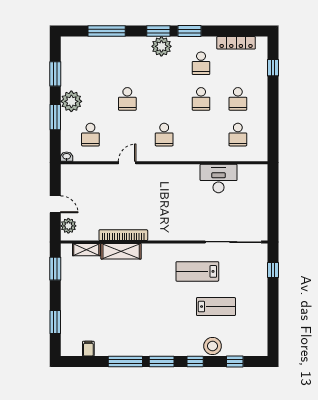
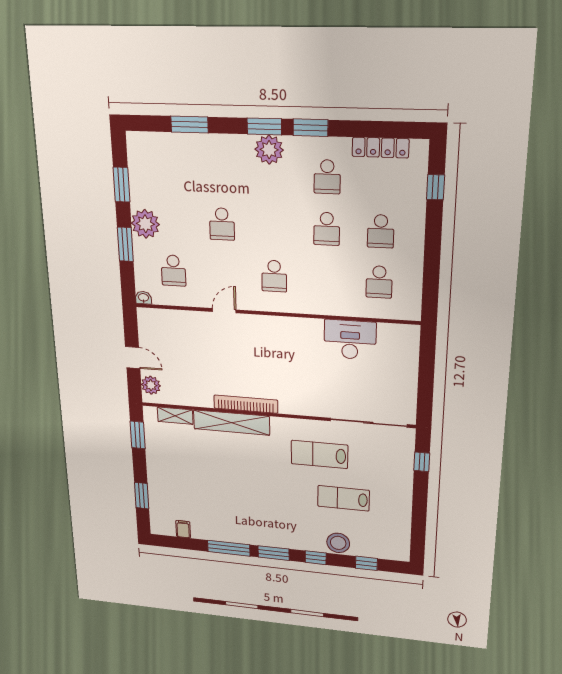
window: (107, 31) -> (190, 125), width x0.69
bookcase: (123, 235) -> (246, 404), moved
shelving: (121, 251) -> (231, 423), width x1.47
lab bench: (216, 307) -> (343, 498), turned 180

